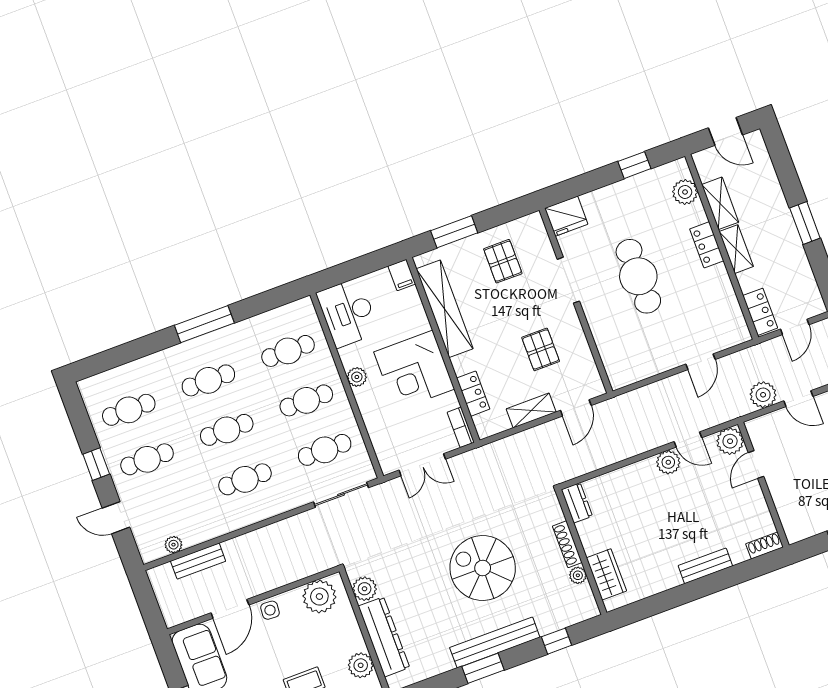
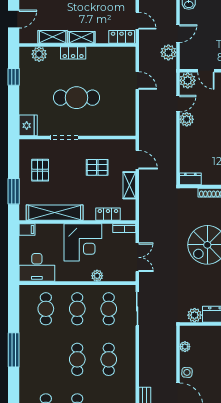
pallet: (503, 261) -> (40, 170), turned 90
plant: (357, 377) -> (97, 276), moved
cafe table: (208, 380) -> (46, 359), removed
plant: (319, 597) -> (185, 347), width x0.53, depth x0.53

